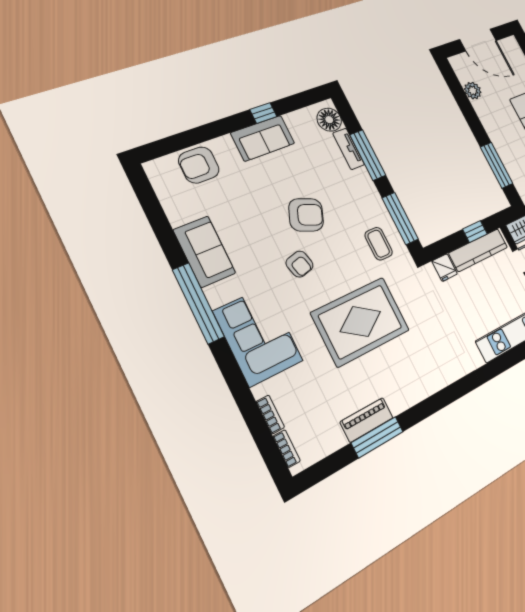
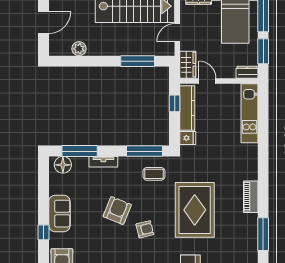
door: (478, 40) -> (44, 22), width x0.73
window: (263, 113) -> (44, 232), moved
tv unit: (349, 149) -> (103, 162), moved
window: (368, 155) -> (80, 151), moved
piano: (367, 420) -> (251, 197), moved

